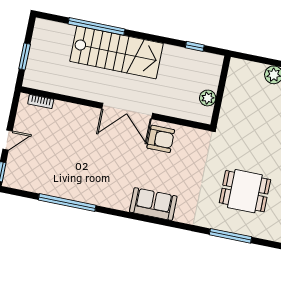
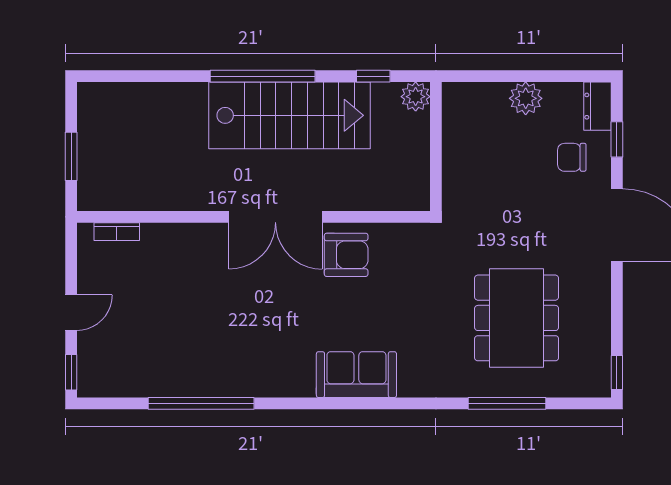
window: (97, 26) -> (263, 76), moved
stairs: (117, 52) -> (290, 115), moved
plant: (208, 98) -> (416, 97), moved
dining table: (245, 191) -> (517, 318), width x1.38

